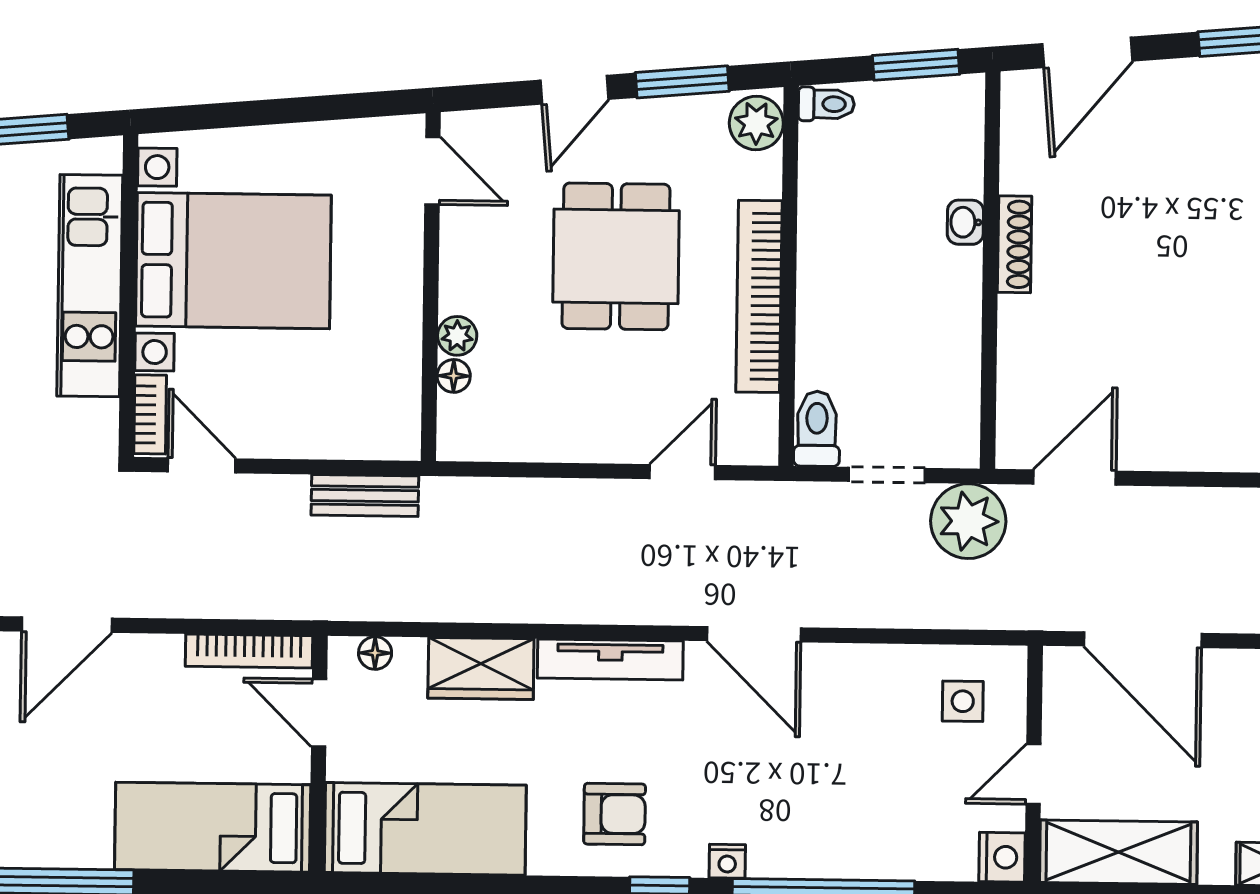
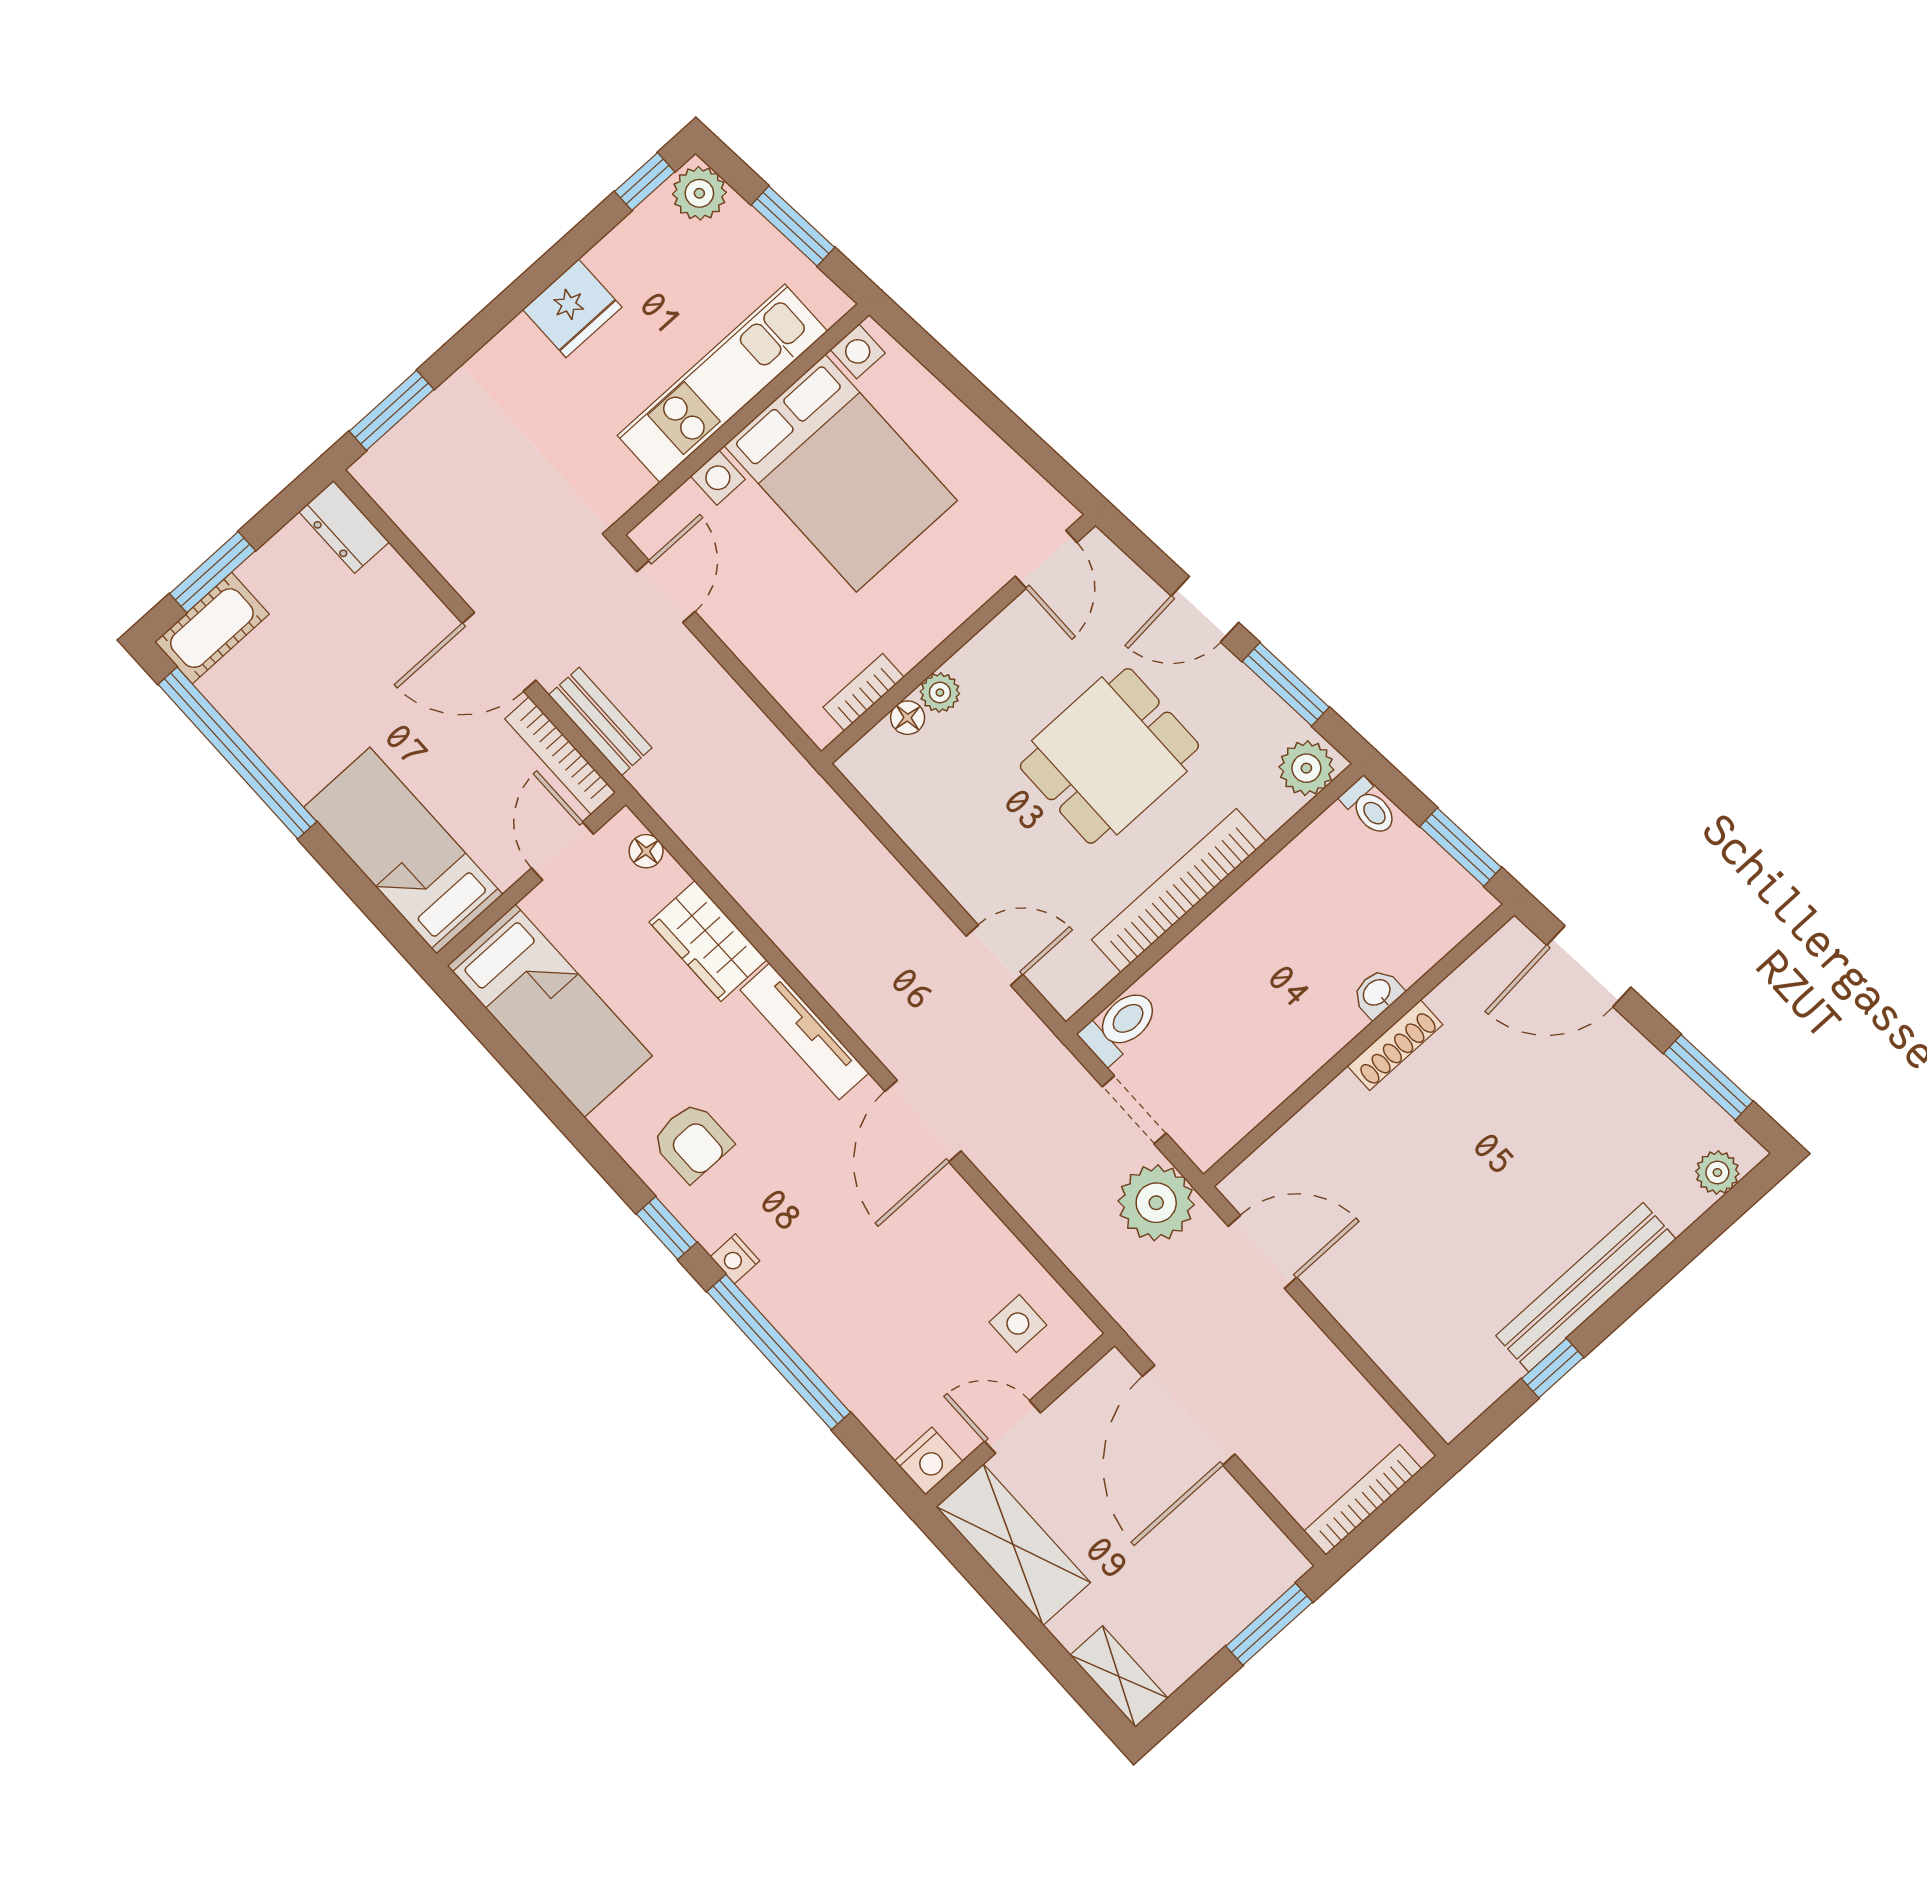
bookcase: (150, 414) -> (864, 692), moved, turned 180
bench: (365, 496) -> (600, 721), moved
door: (67, 625) -> (499, 652), moved

